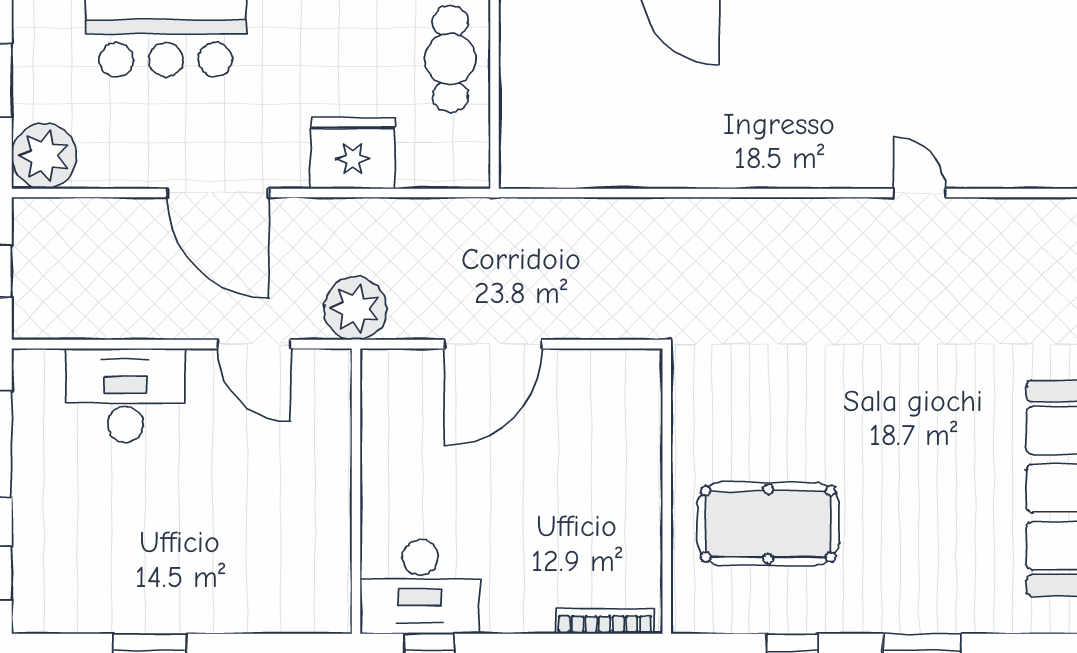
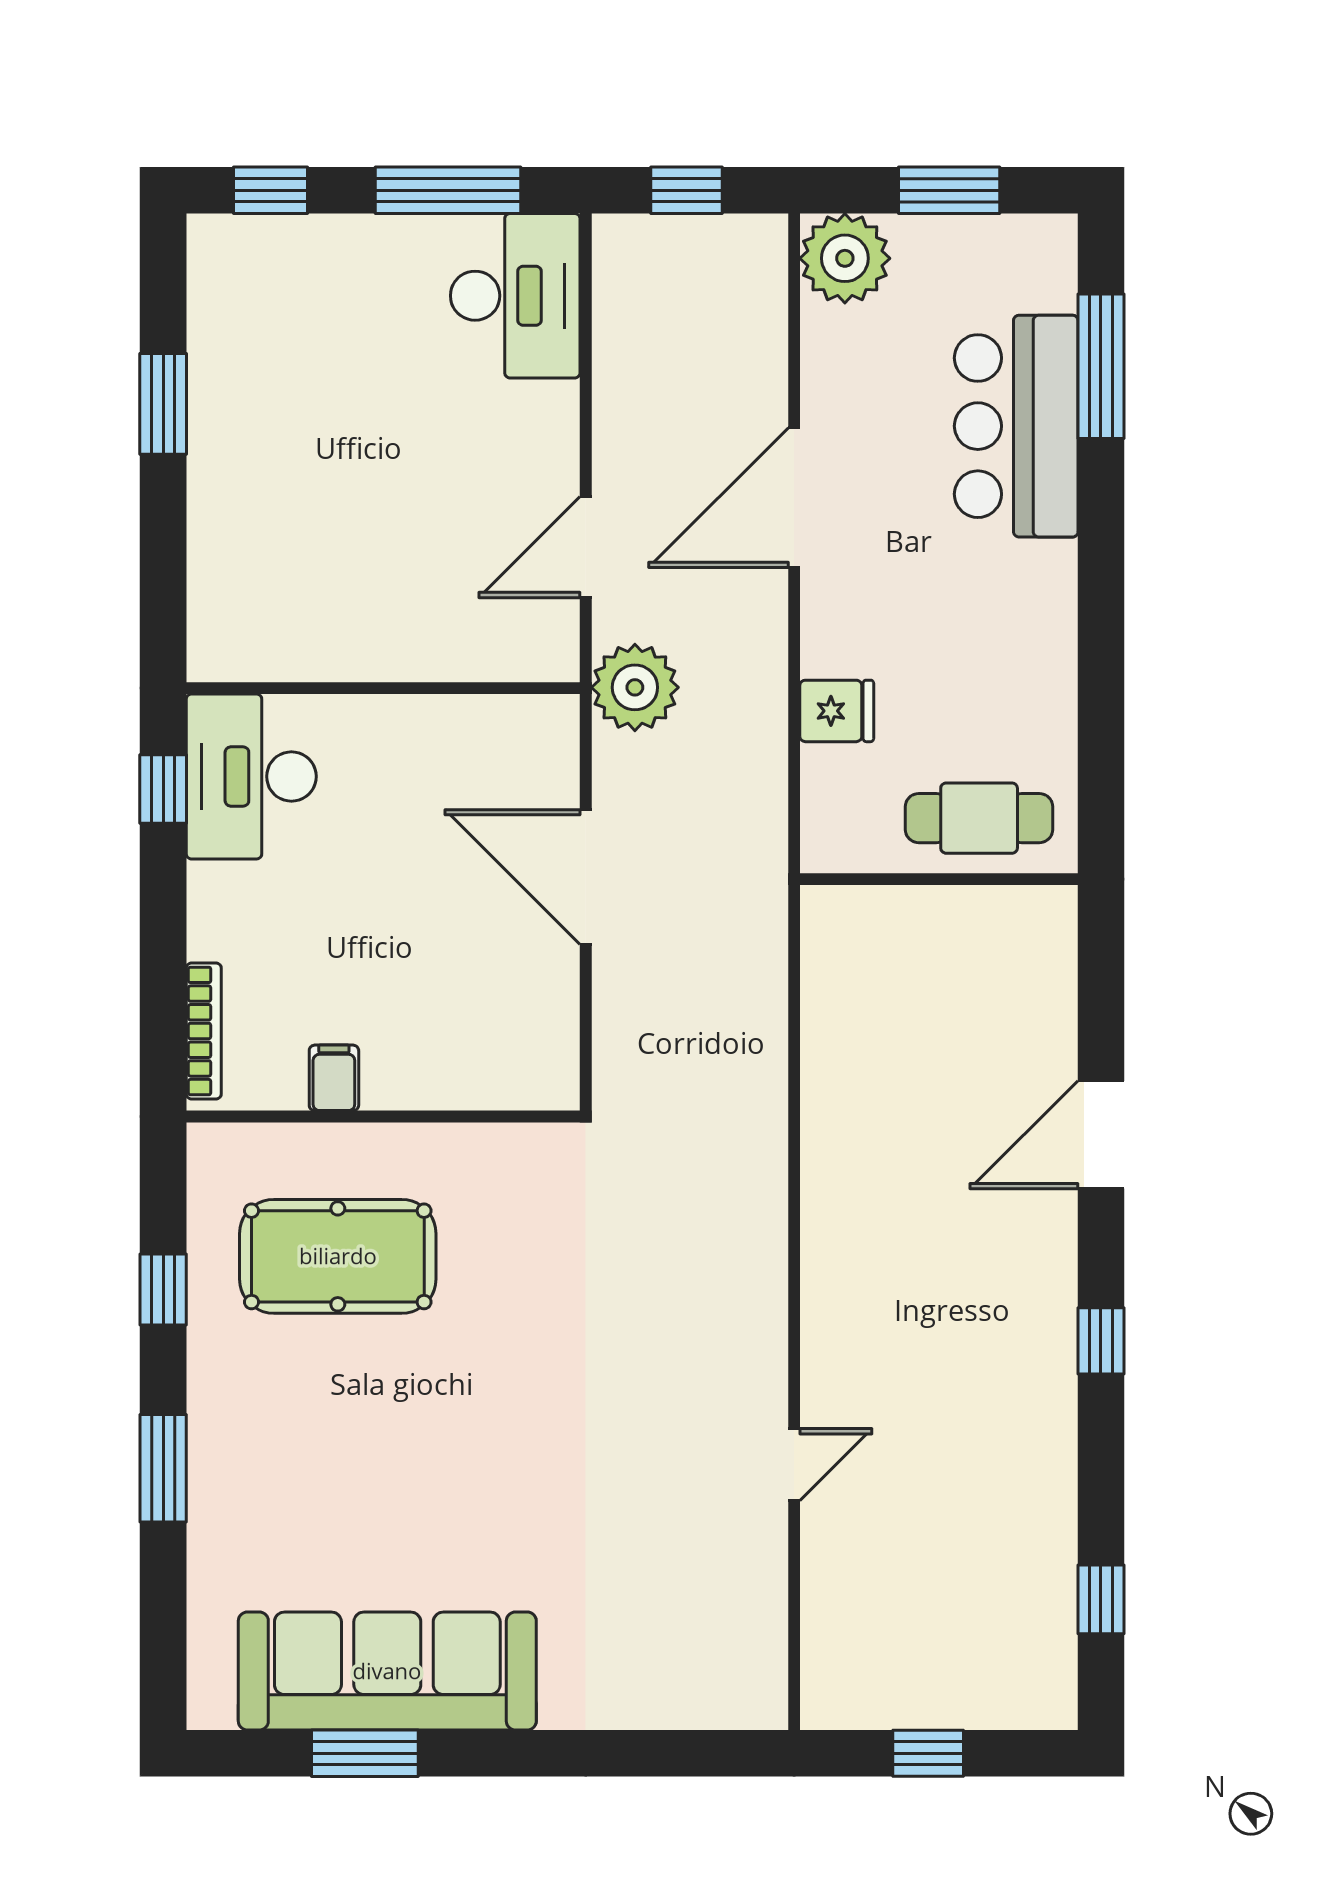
fridge: (353, 153) -> (837, 711), width x0.53, depth x0.75
desk: (125, 395) -> (515, 296), moved
pool table: (768, 524) -> (338, 1256), turned 90
filing cabinet: (639, 527) -> (334, 1078), added

